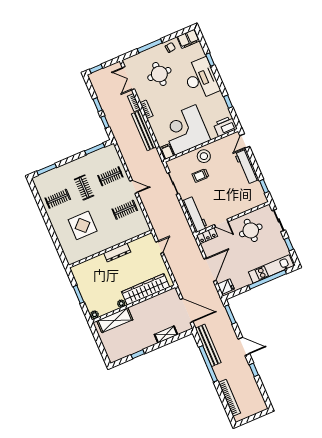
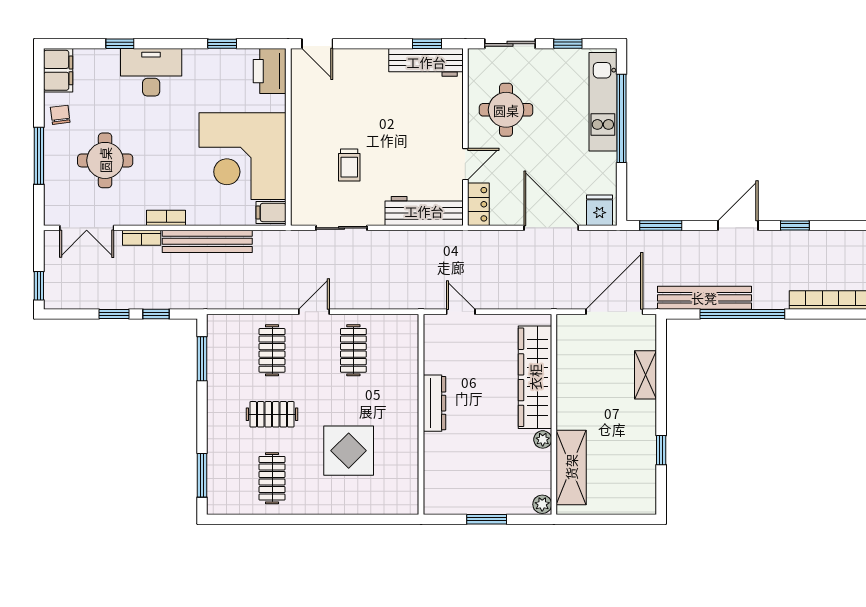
desk: (201, 79) -> (151, 72), width x0.73, depth x0.77
stool: (204, 156) -> (313, 141), removed
workbench: (247, 167) -> (426, 62), moved

